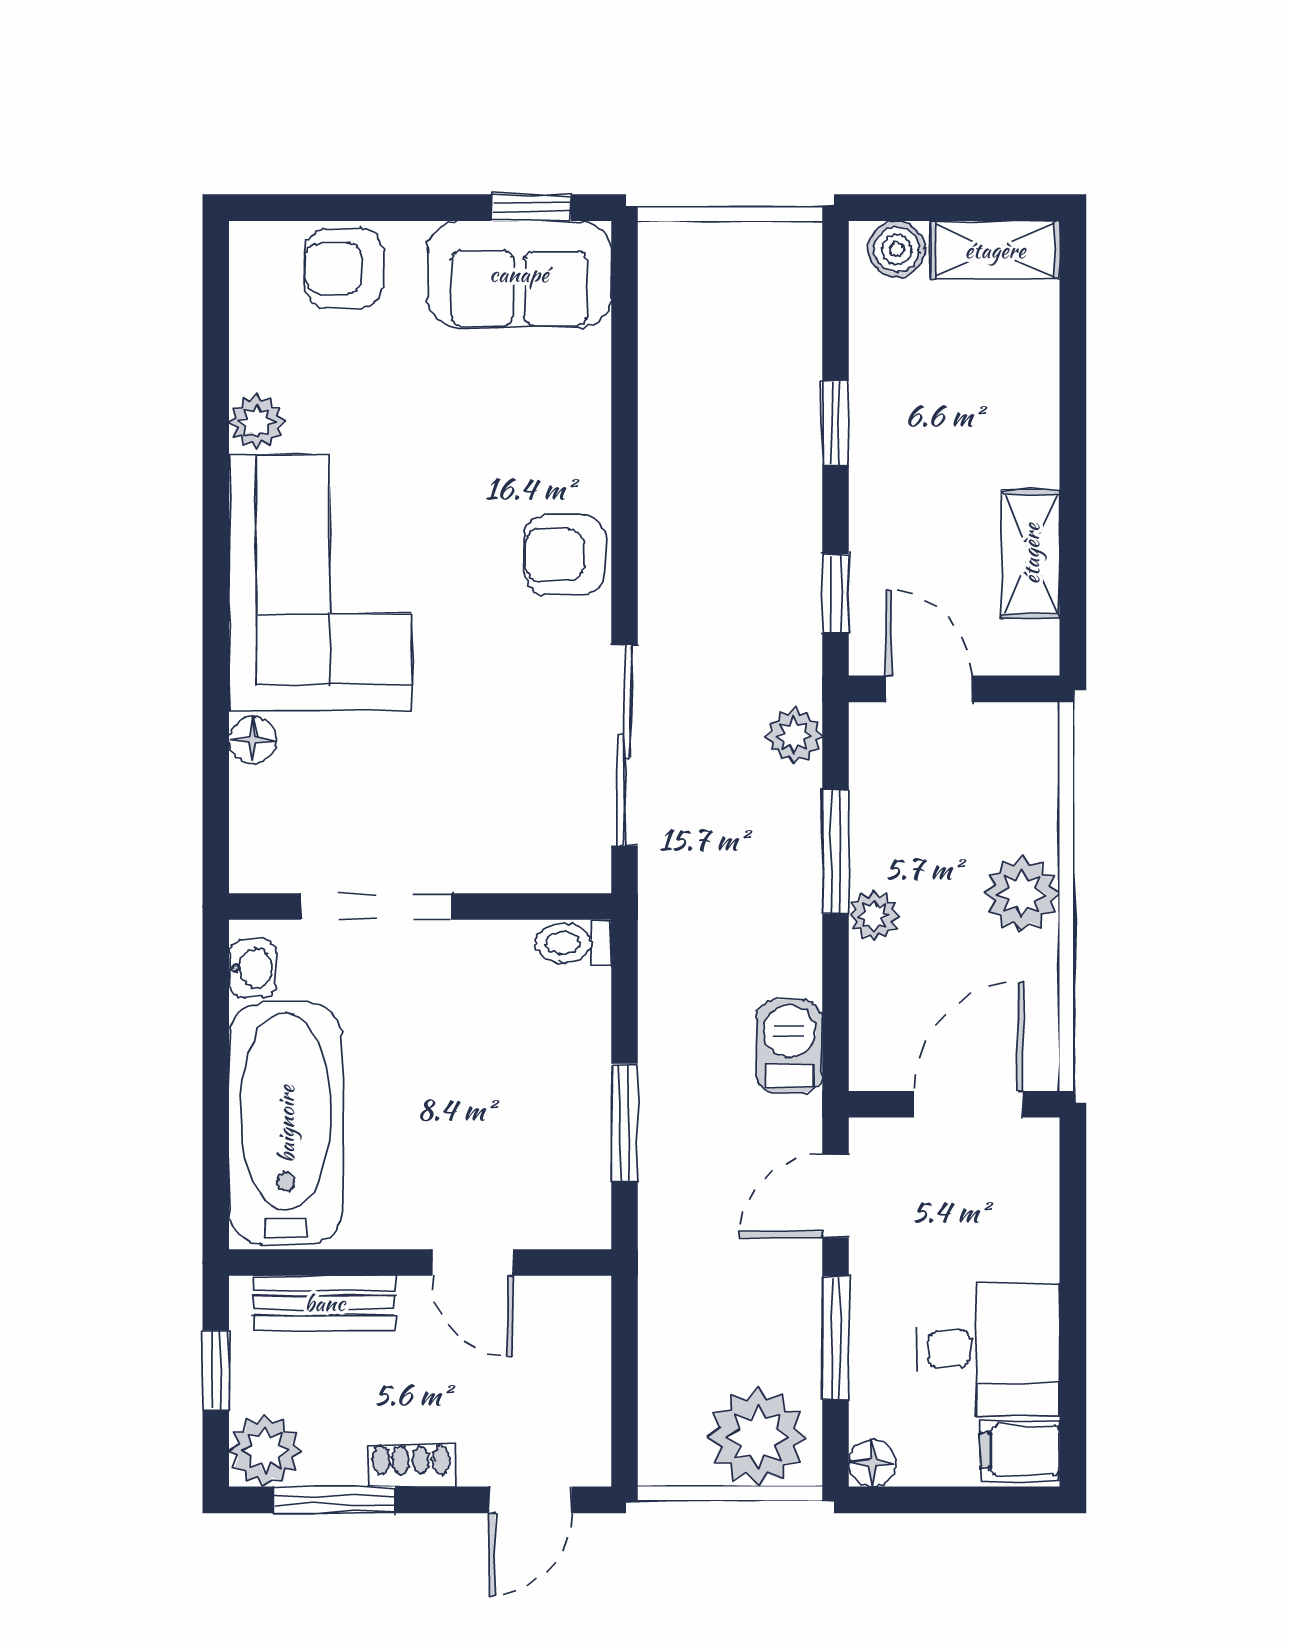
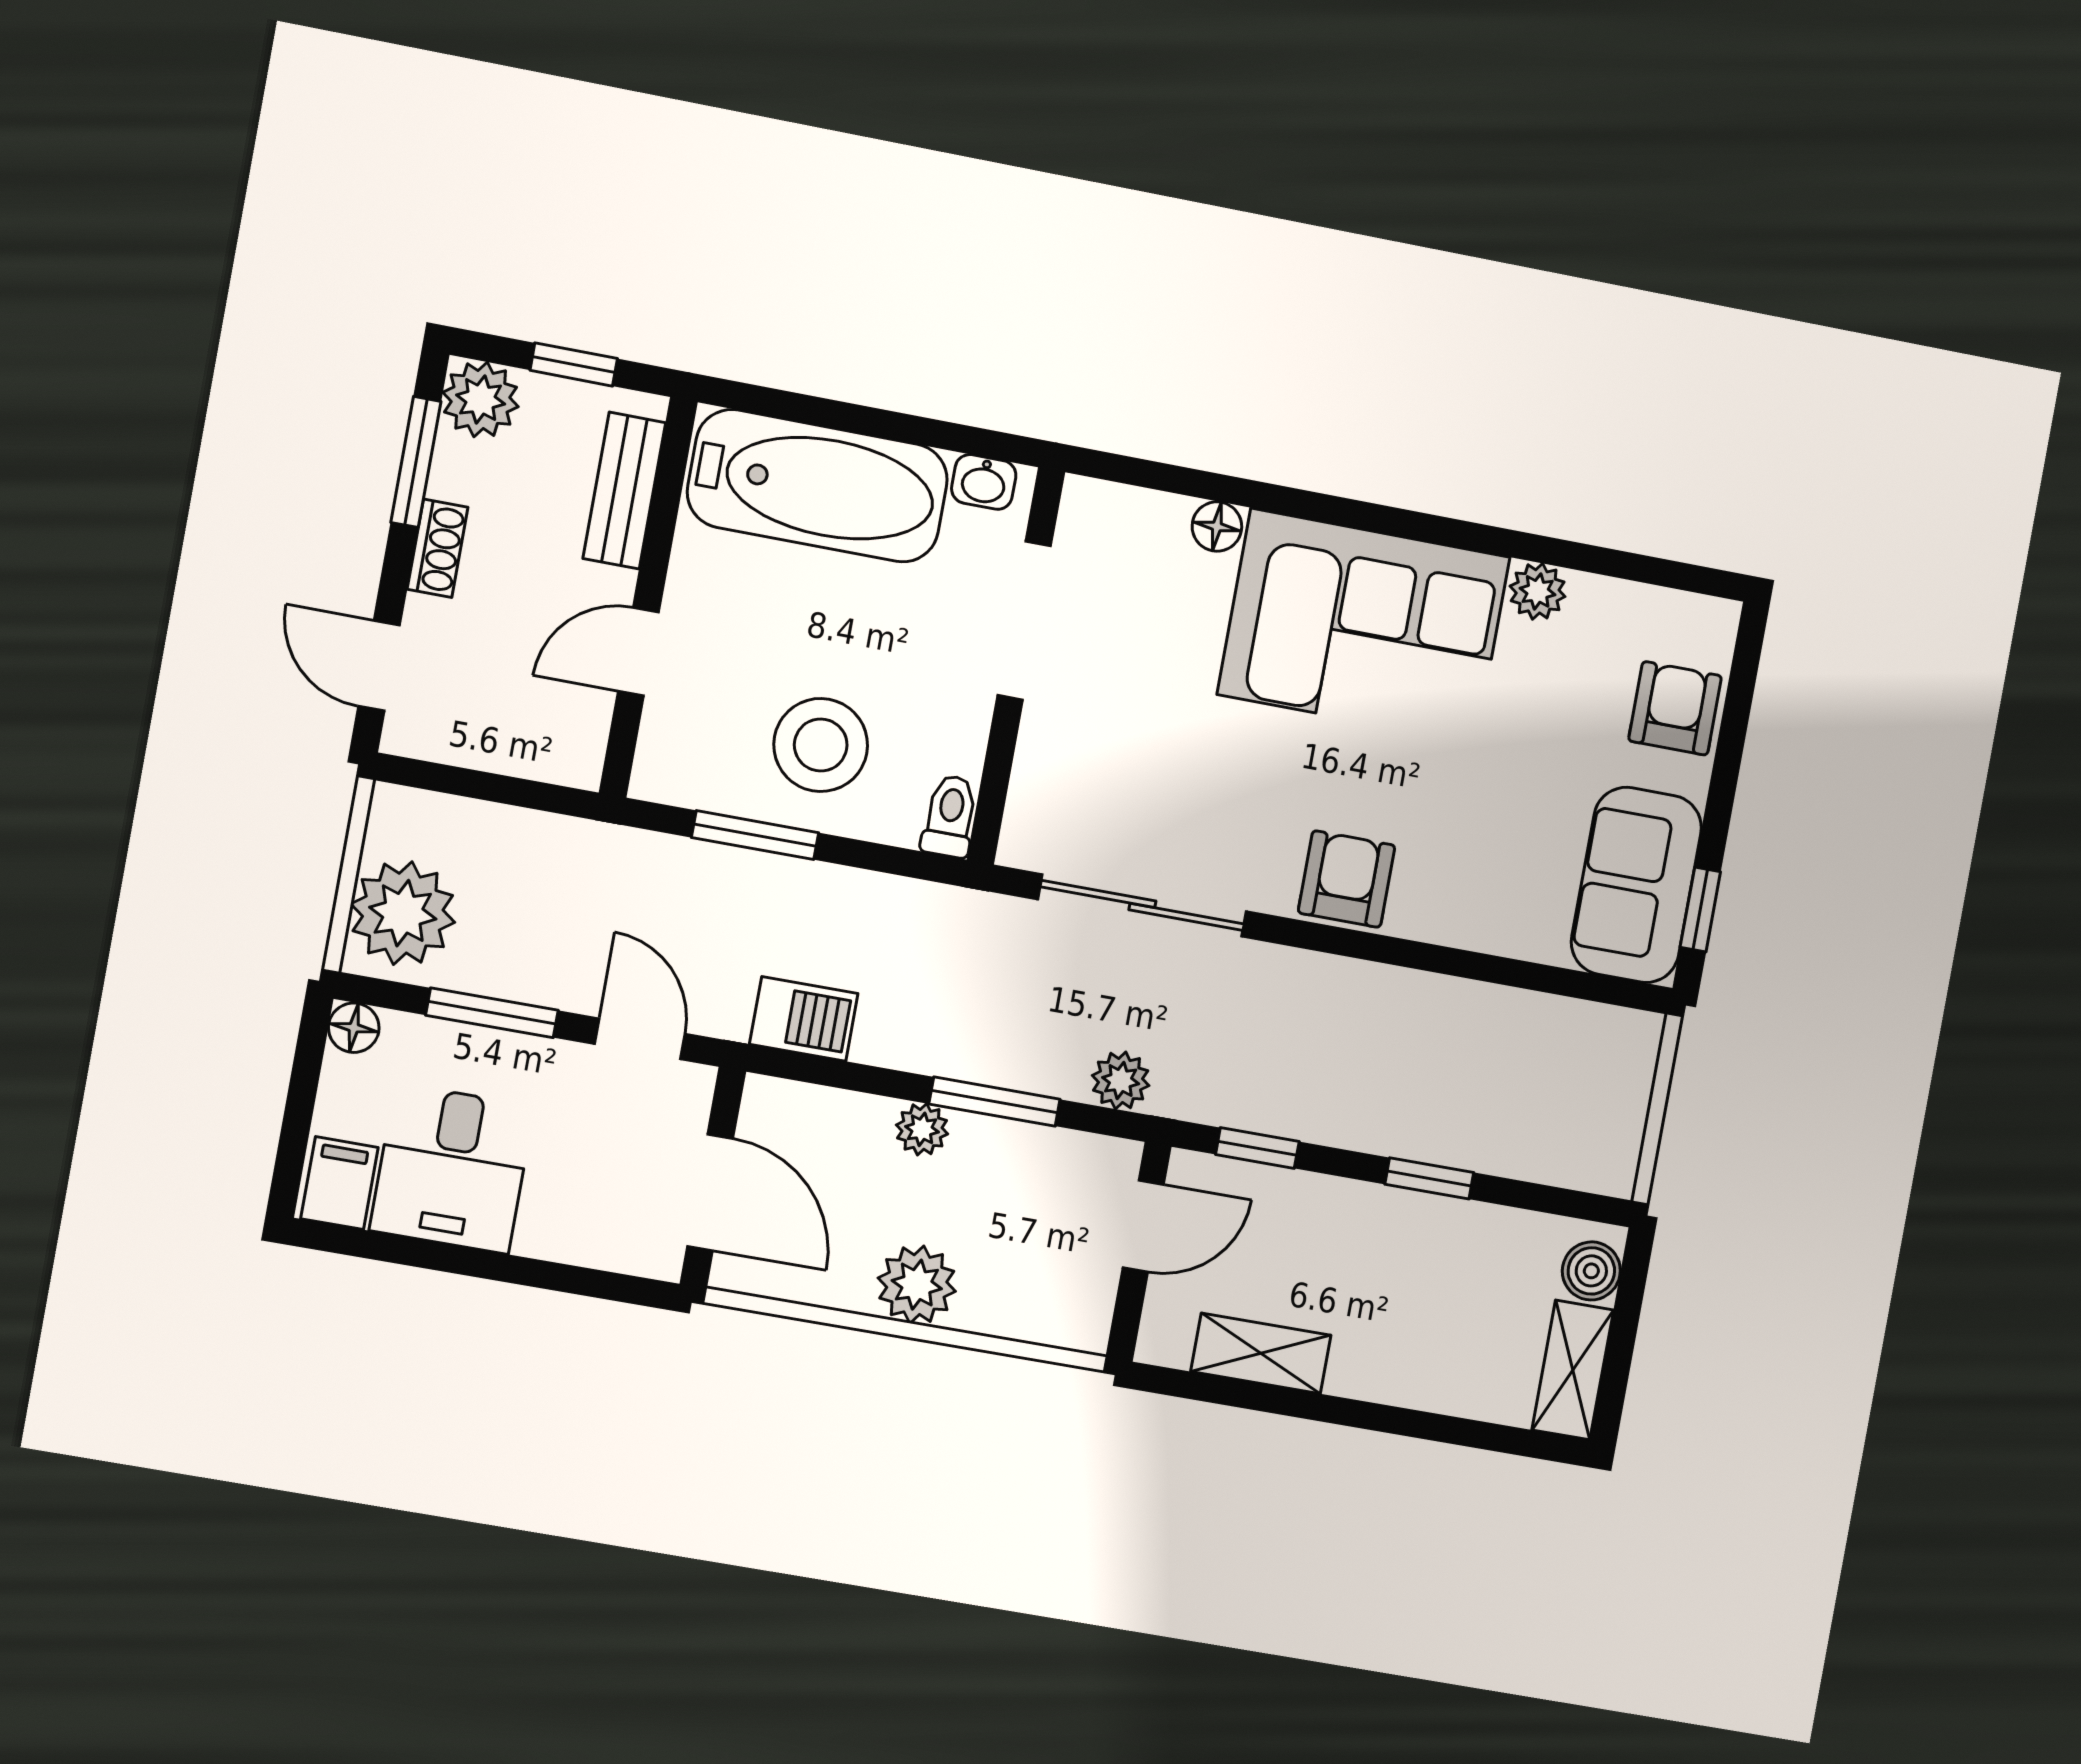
stool: (529, 1077) -> (821, 745), added

